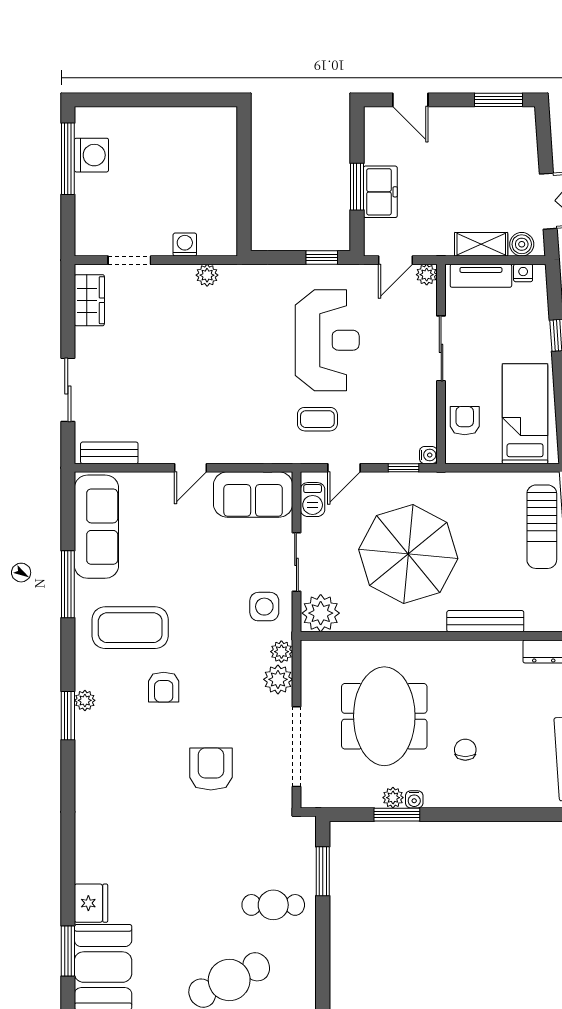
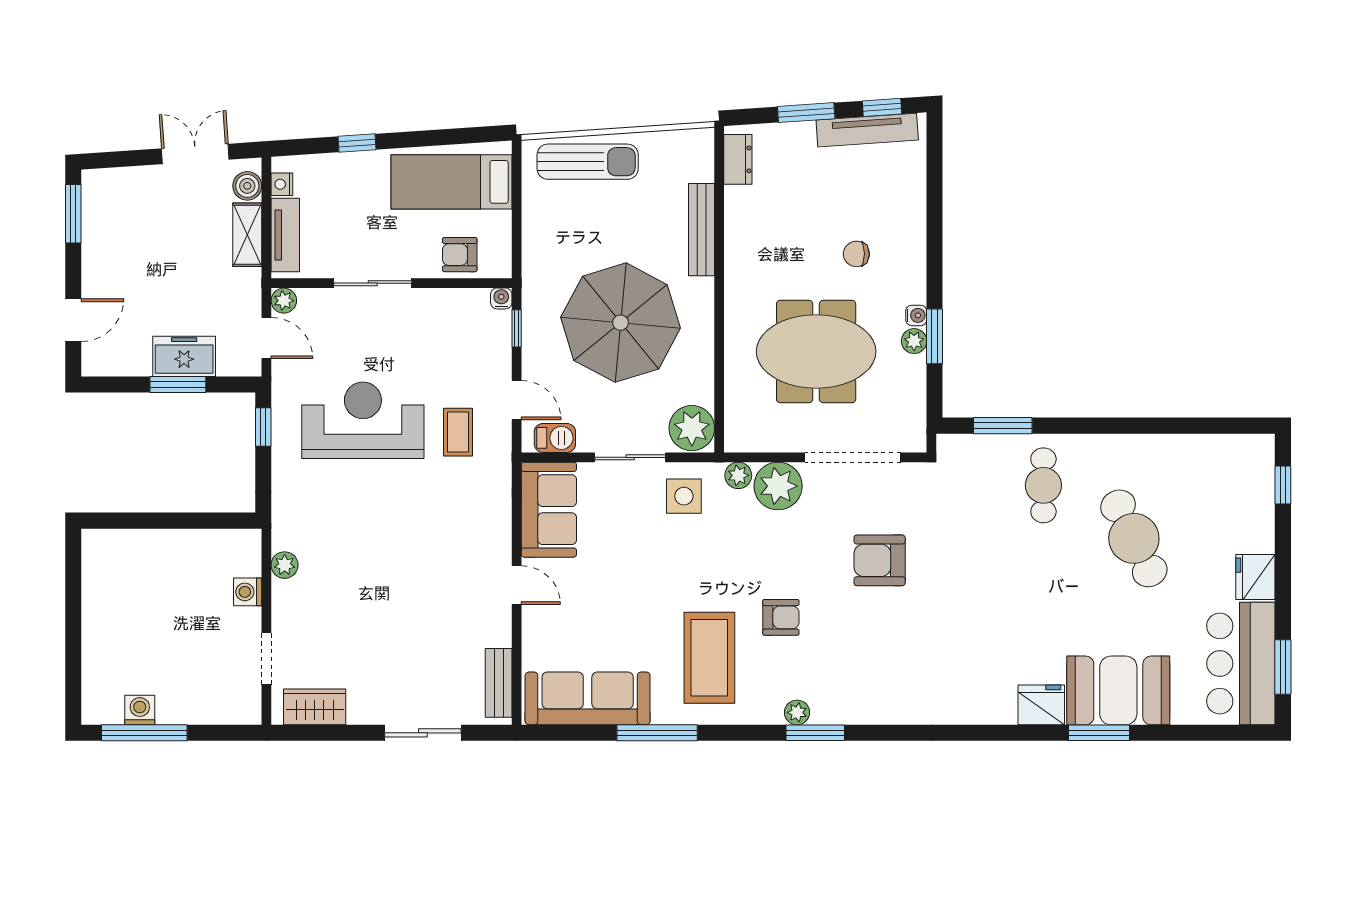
washing machine: (91, 155) -> (140, 710), width x0.73, depth x0.73
plant: (278, 679) -> (778, 486), width x1.36, depth x1.36

